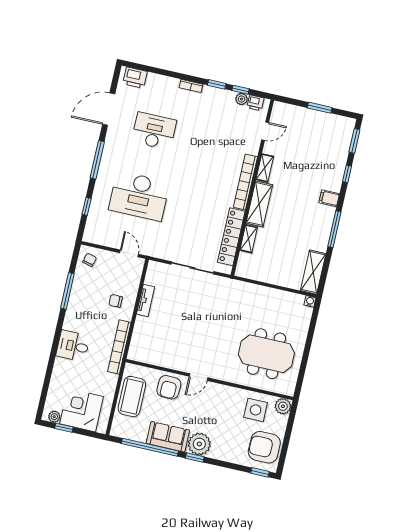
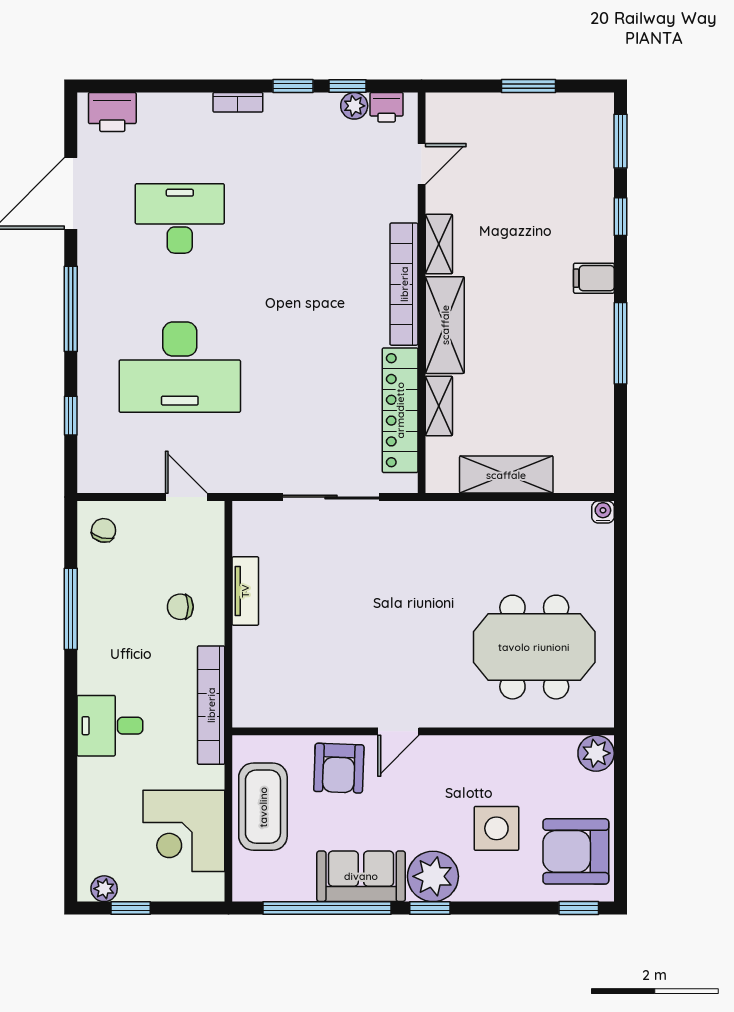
shelving: (313, 272) -> (506, 475), moved, turned 90
corner desk: (82, 410) -> (184, 831), moved, turned -90
side table: (256, 410) -> (496, 828), moved

